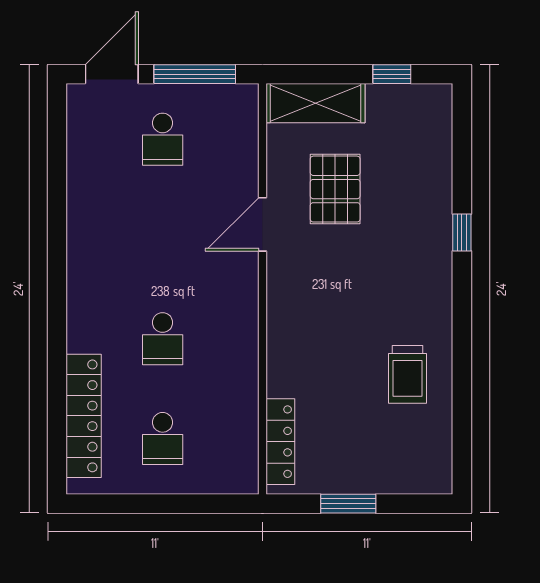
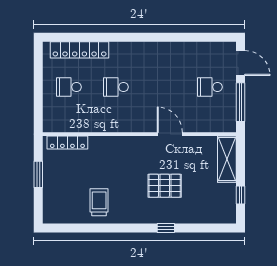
pallet: (335, 189) -> (165, 186), moved
trolley: (407, 374) -> (99, 202), turned 90

